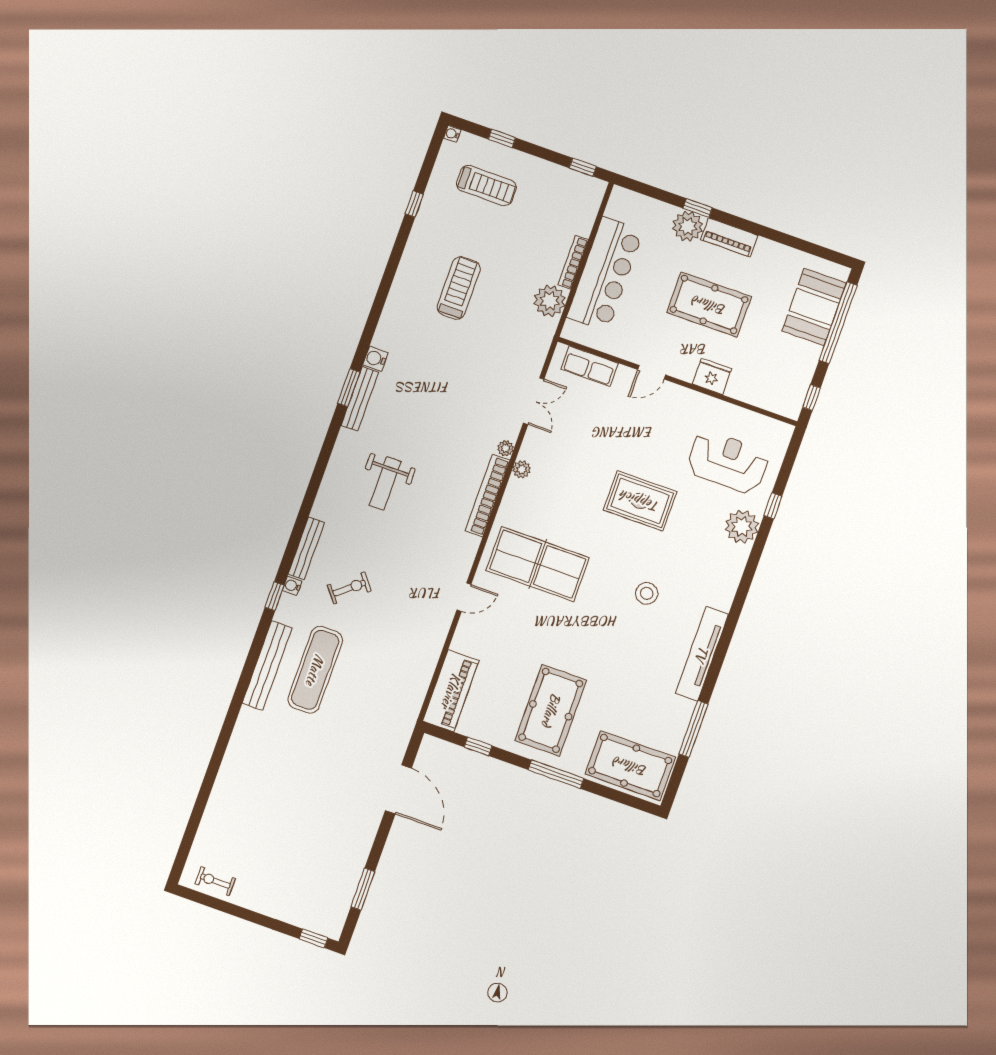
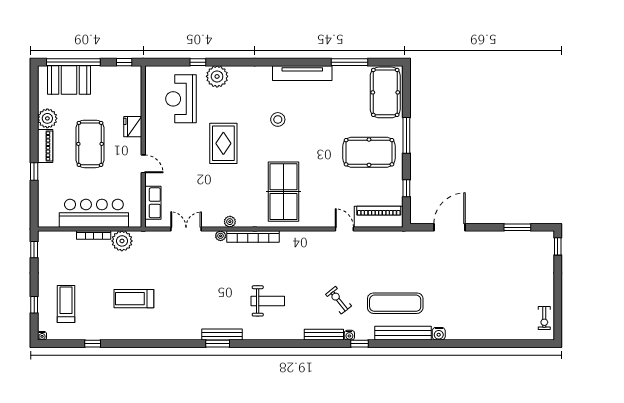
plant: (688, 226) -> (47, 118), moved
water cooler: (375, 359) -> (439, 334), moved
door: (464, 597) -> (344, 229), moved

